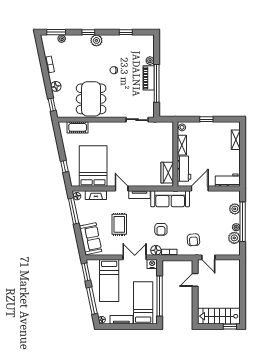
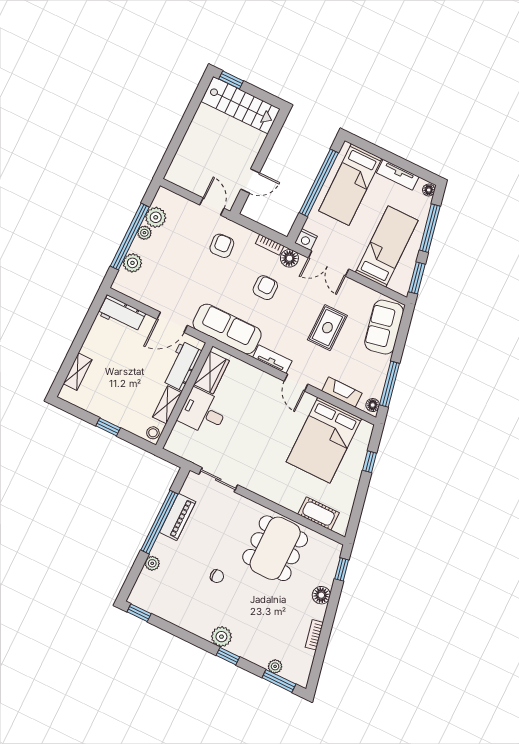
window: (126, 32) -> (139, 613), moved
piano: (149, 78) -> (178, 517), moved
desk: (162, 150) -> (203, 412), added

